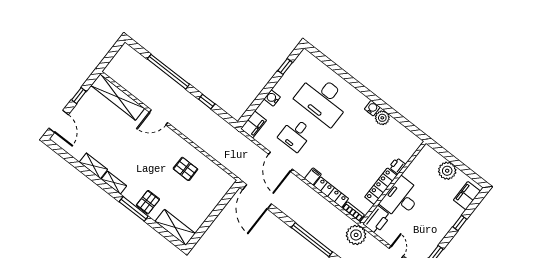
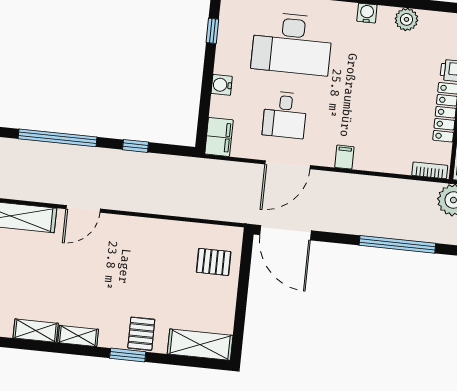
plant: (382, 118) -> (406, 19), moved
door: (280, 162) -> (288, 165), hinge flipped
pallet: (185, 169) -> (214, 262), moved
locker: (331, 192) -> (383, 163), removed
window: (134, 209) -> (128, 355), width x0.69

